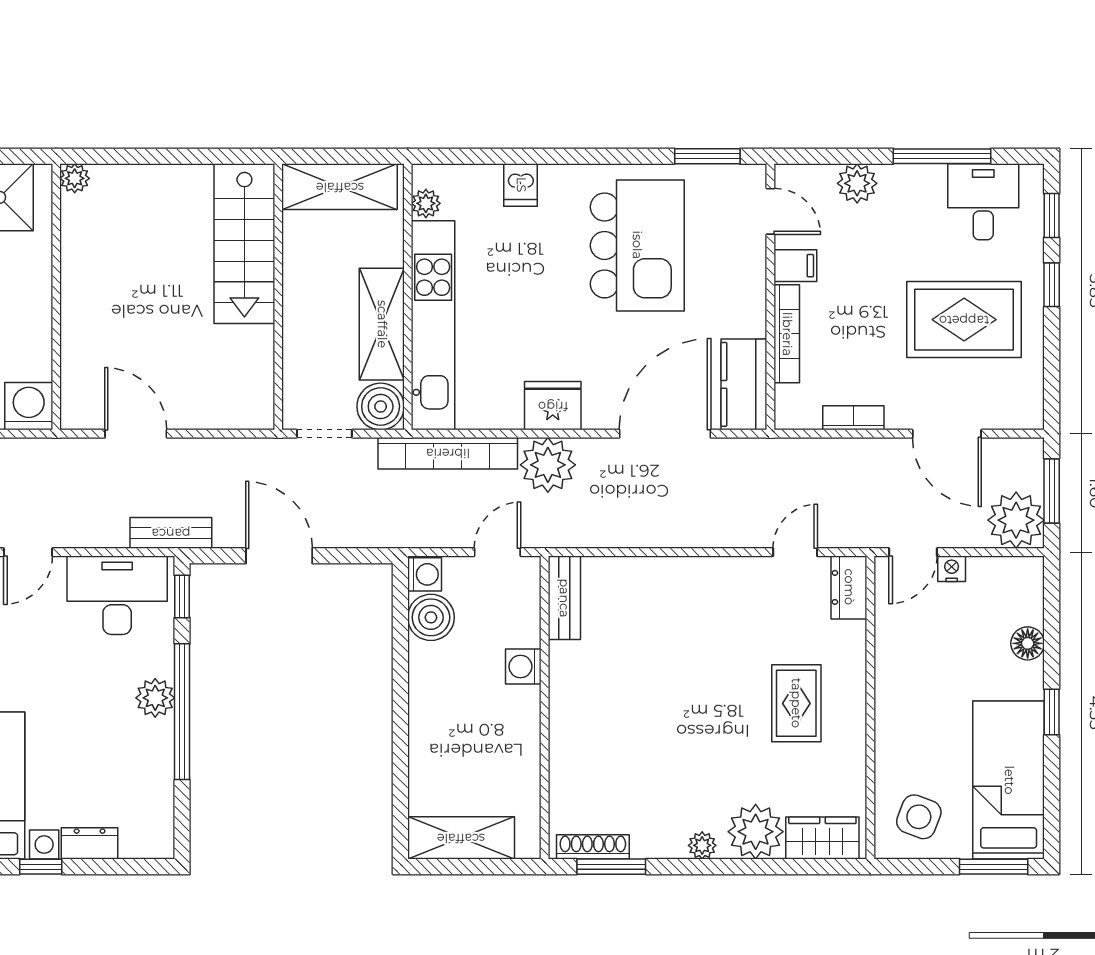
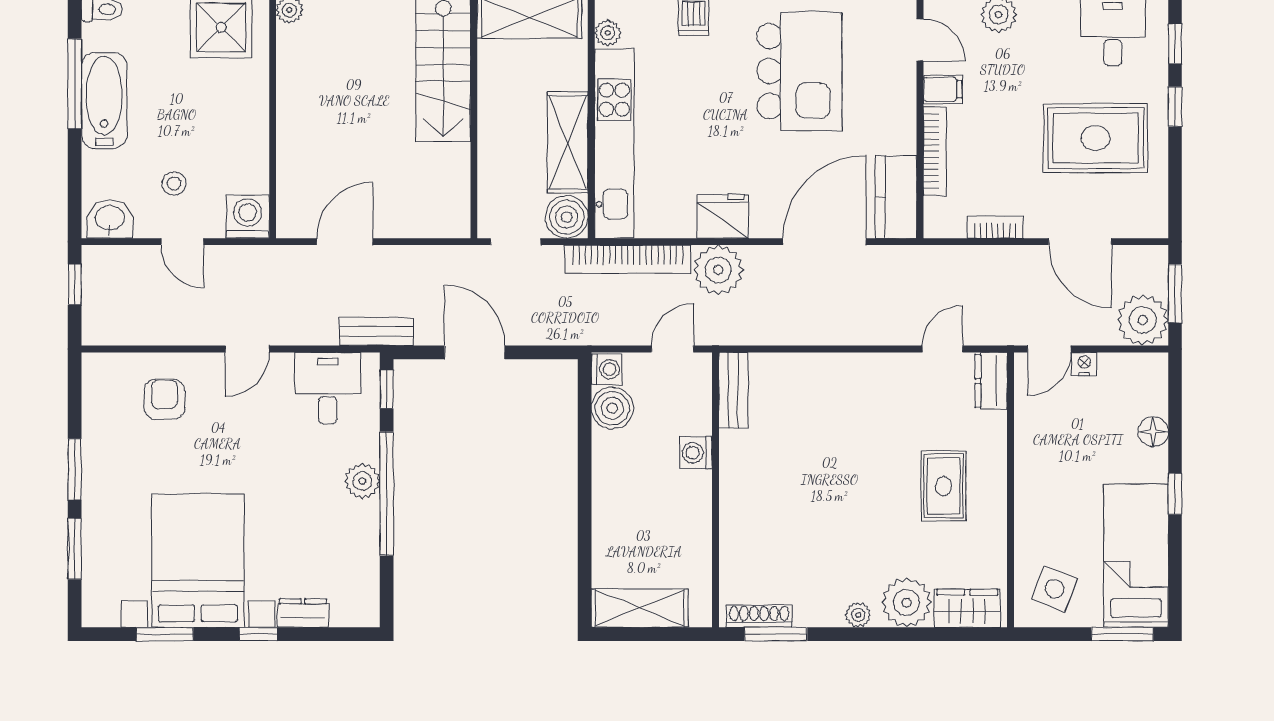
door: (136, 434) -> (345, 242), hinge flipped
desk: (117, 595) -> (328, 388), width x0.73

